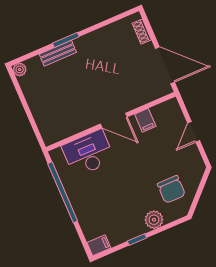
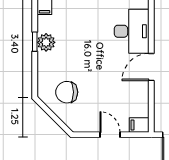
filing cabinet: (145, 120) -> (139, 125), moved
plant: (154, 220) -> (46, 42), moved

